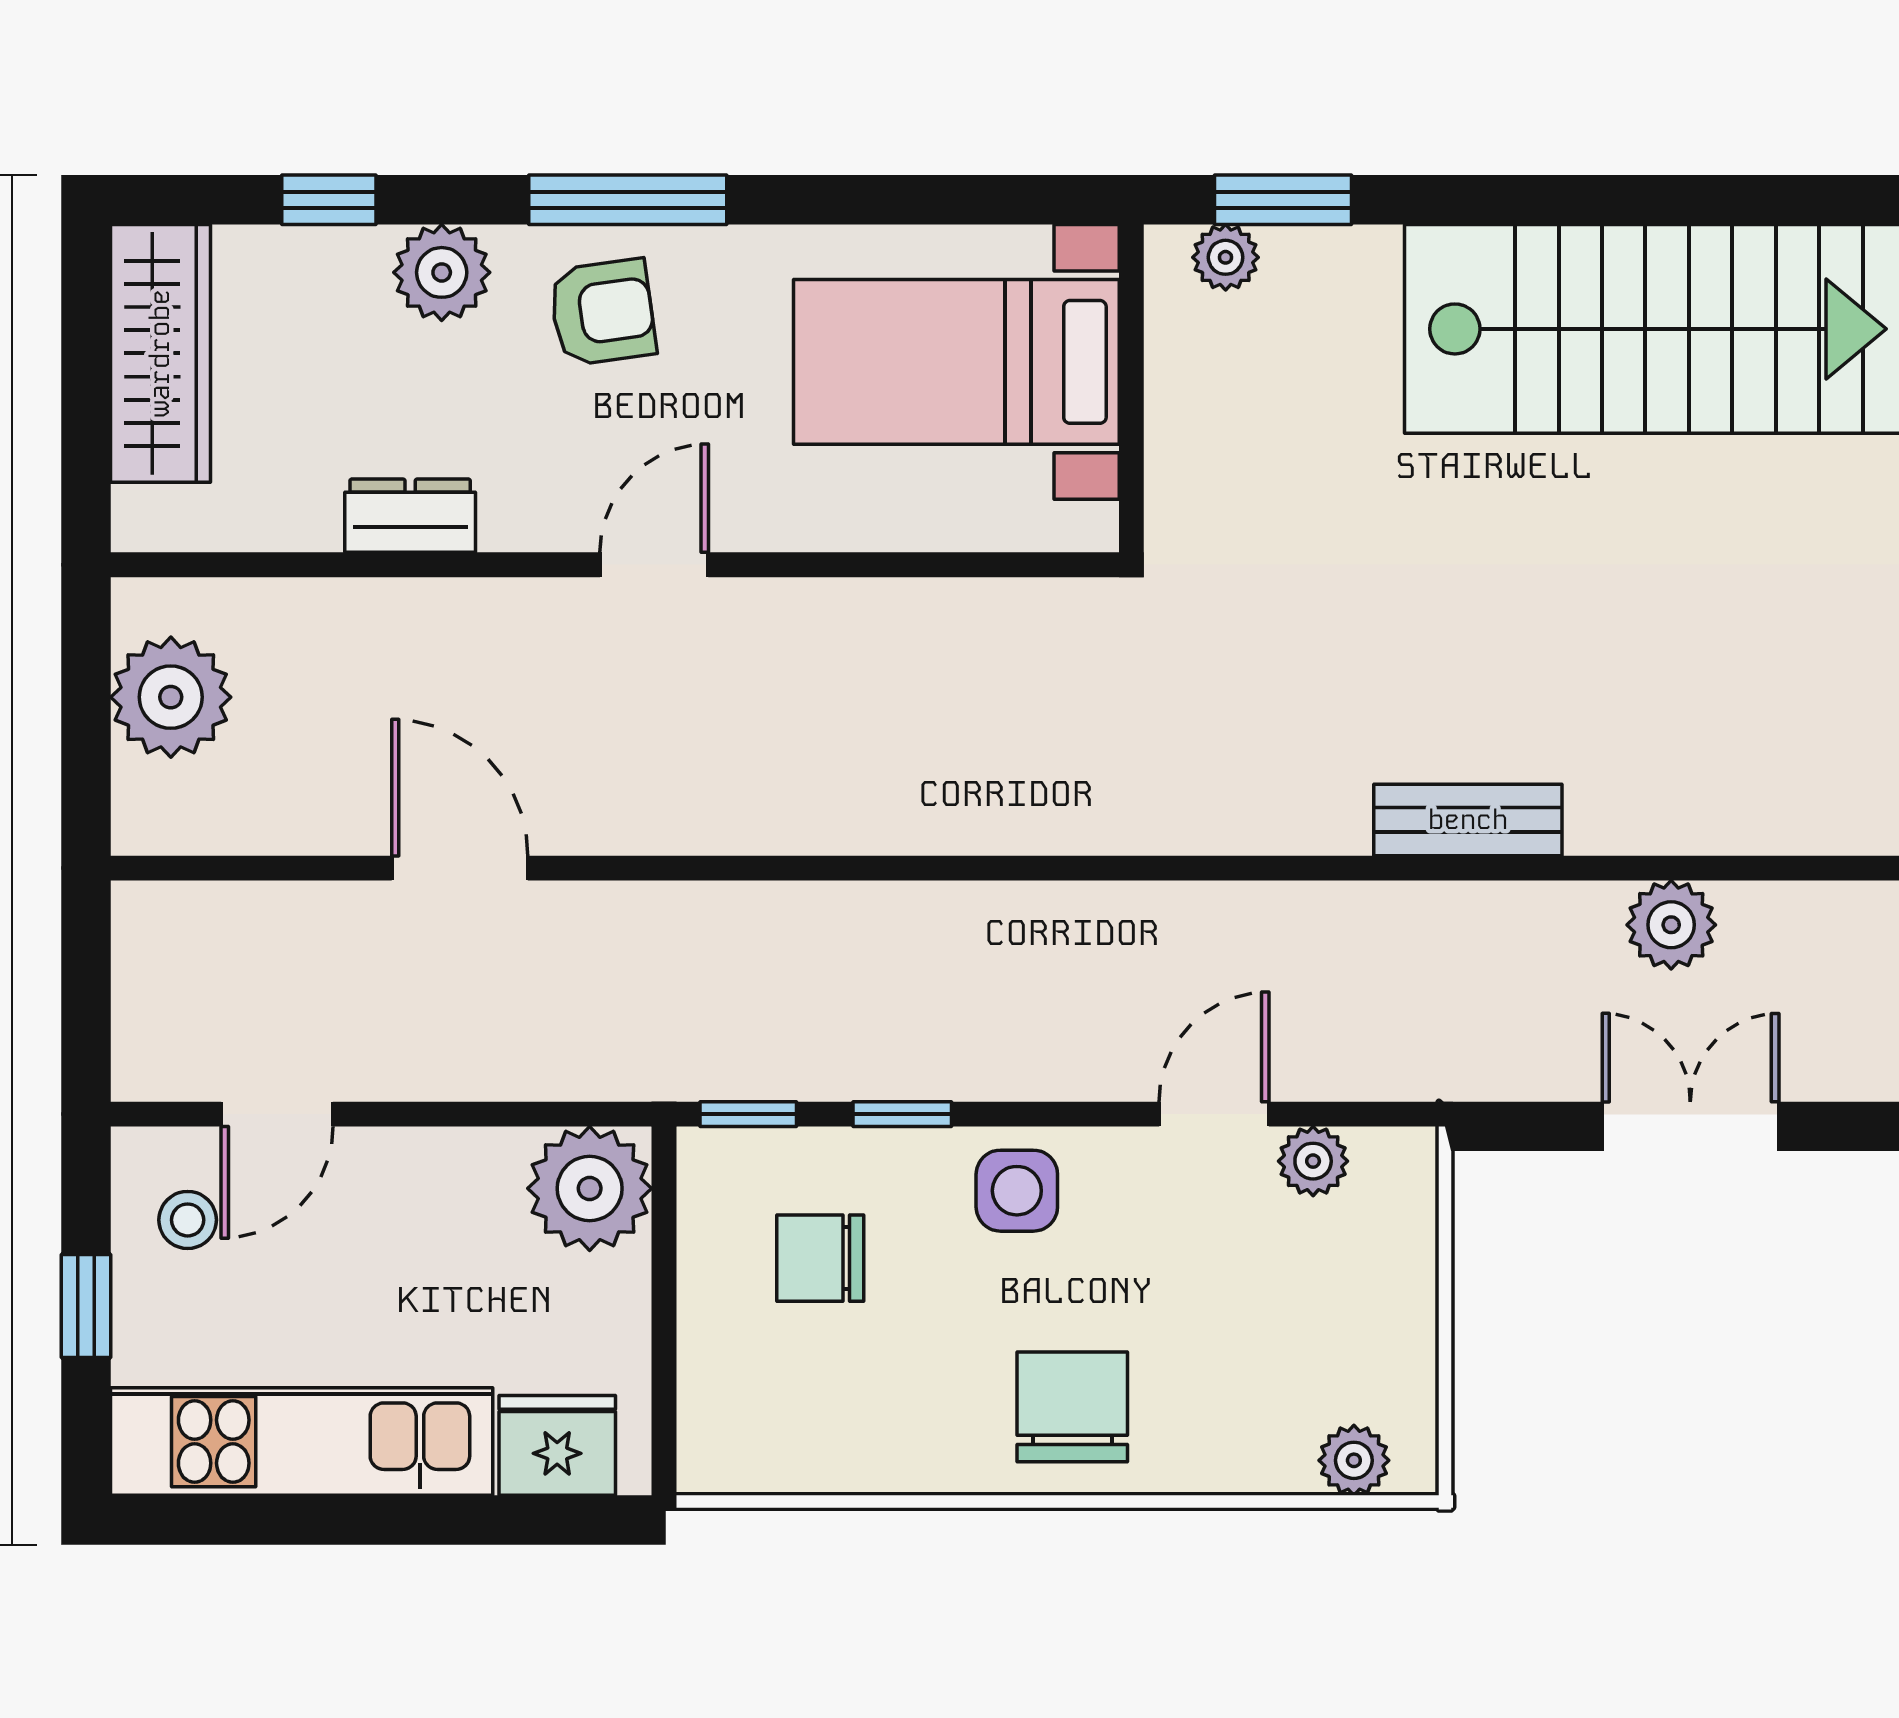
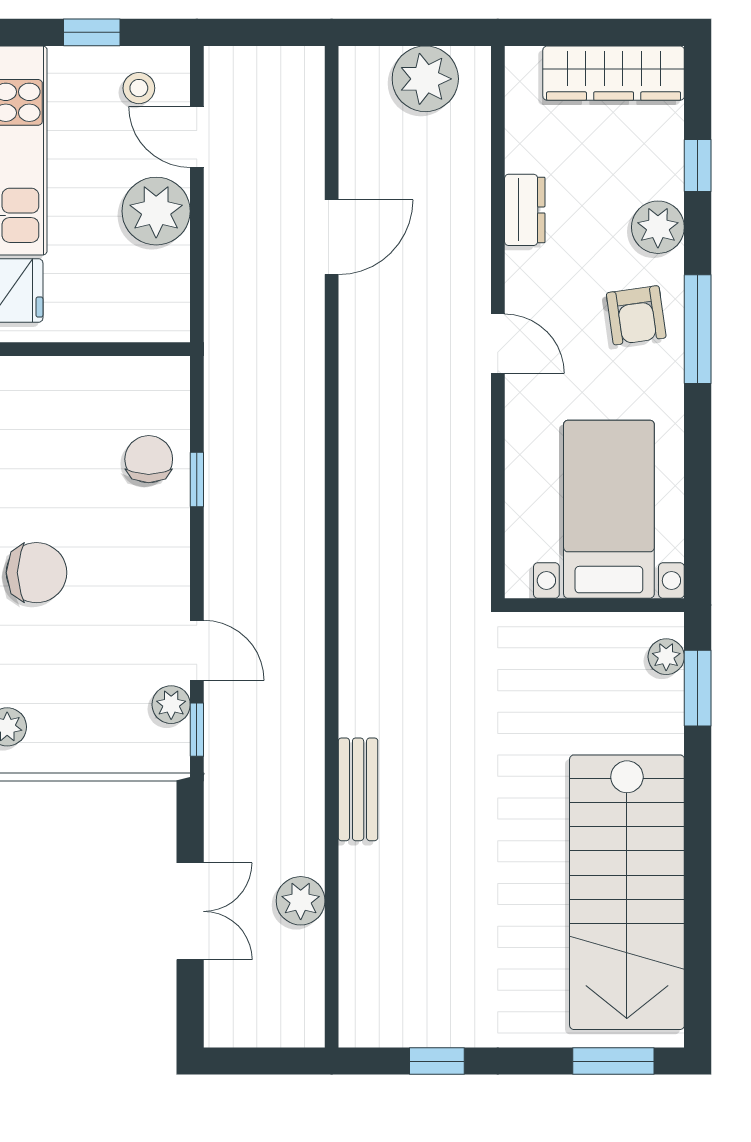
window: (748, 1114) -> (197, 730), moved
plant: (590, 1188) -> (156, 211), moved
side table: (1017, 1191) -> (155, 542), removed
chair: (820, 1258) -> (149, 459), moved

